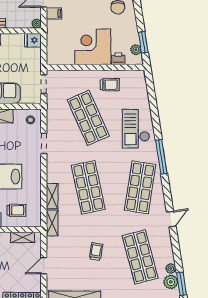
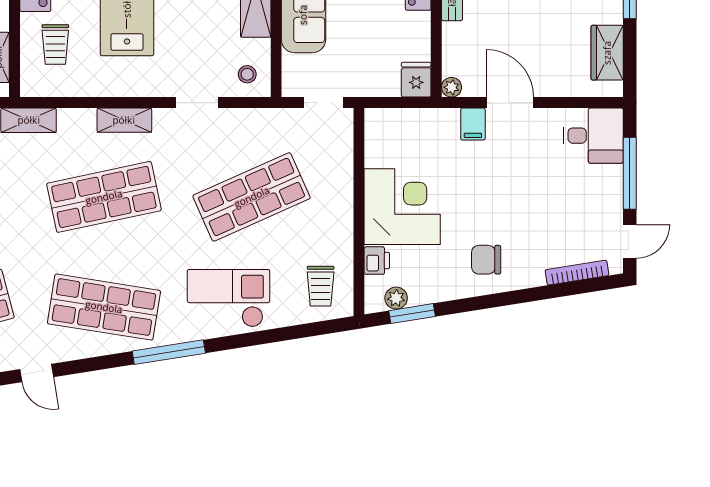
trolley: (110, 85) -> (321, 286), moved
shelving: (52, 196) -> (124, 120), moved

